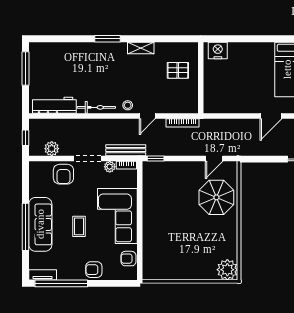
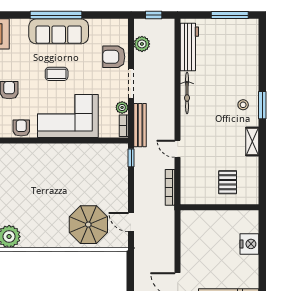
nightstand: (218, 50) -> (249, 244), moved
stool: (128, 105) -> (243, 105), moved

